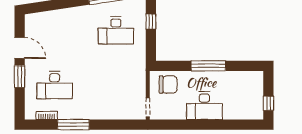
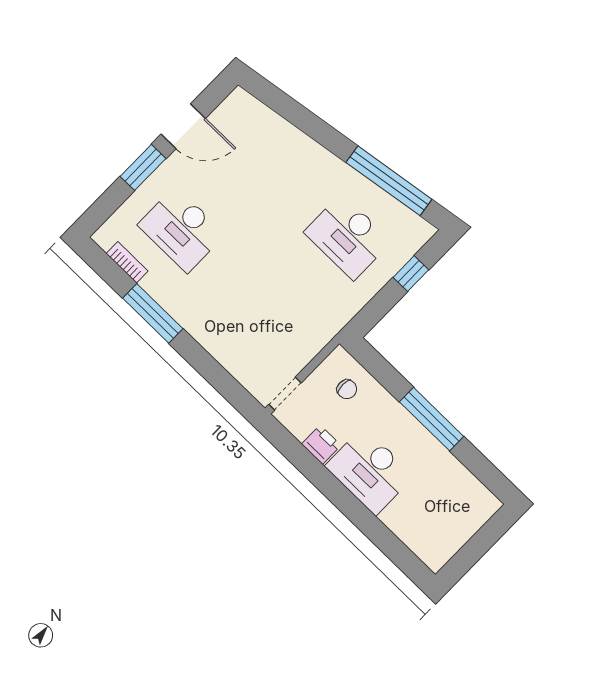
door: (20, 48) -> (183, 126), hinge flipped
chair: (168, 85) -> (347, 389), width x0.54, depth x0.54
window: (268, 103) -> (466, 558), removed
printer: (178, 113) -> (321, 445), added

